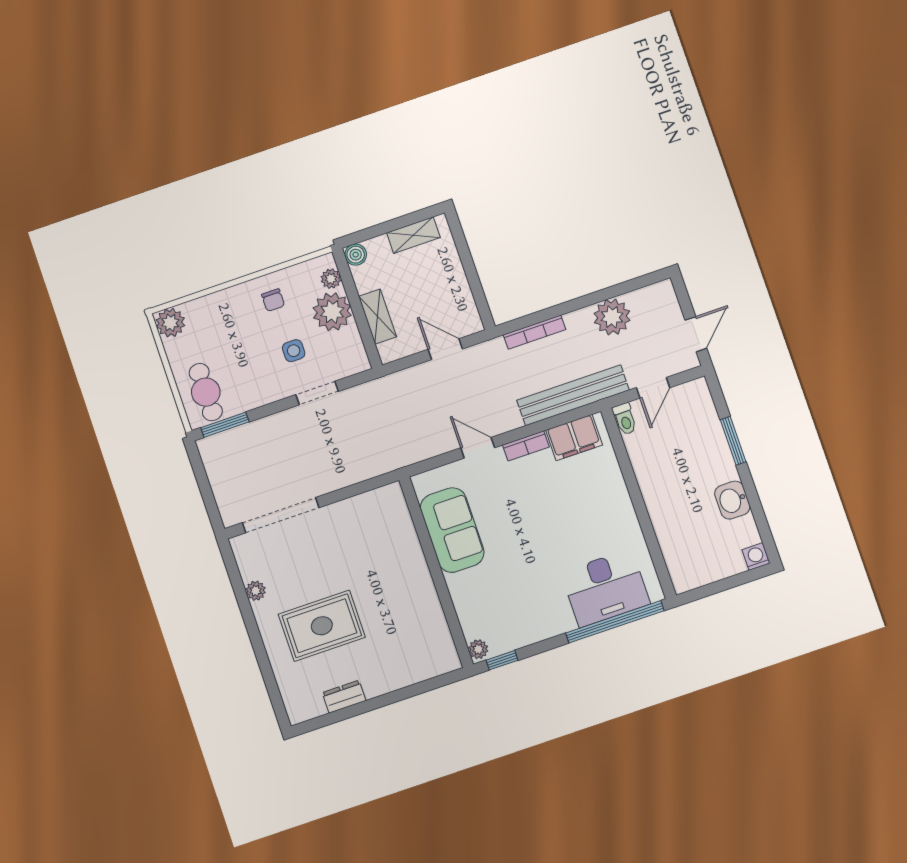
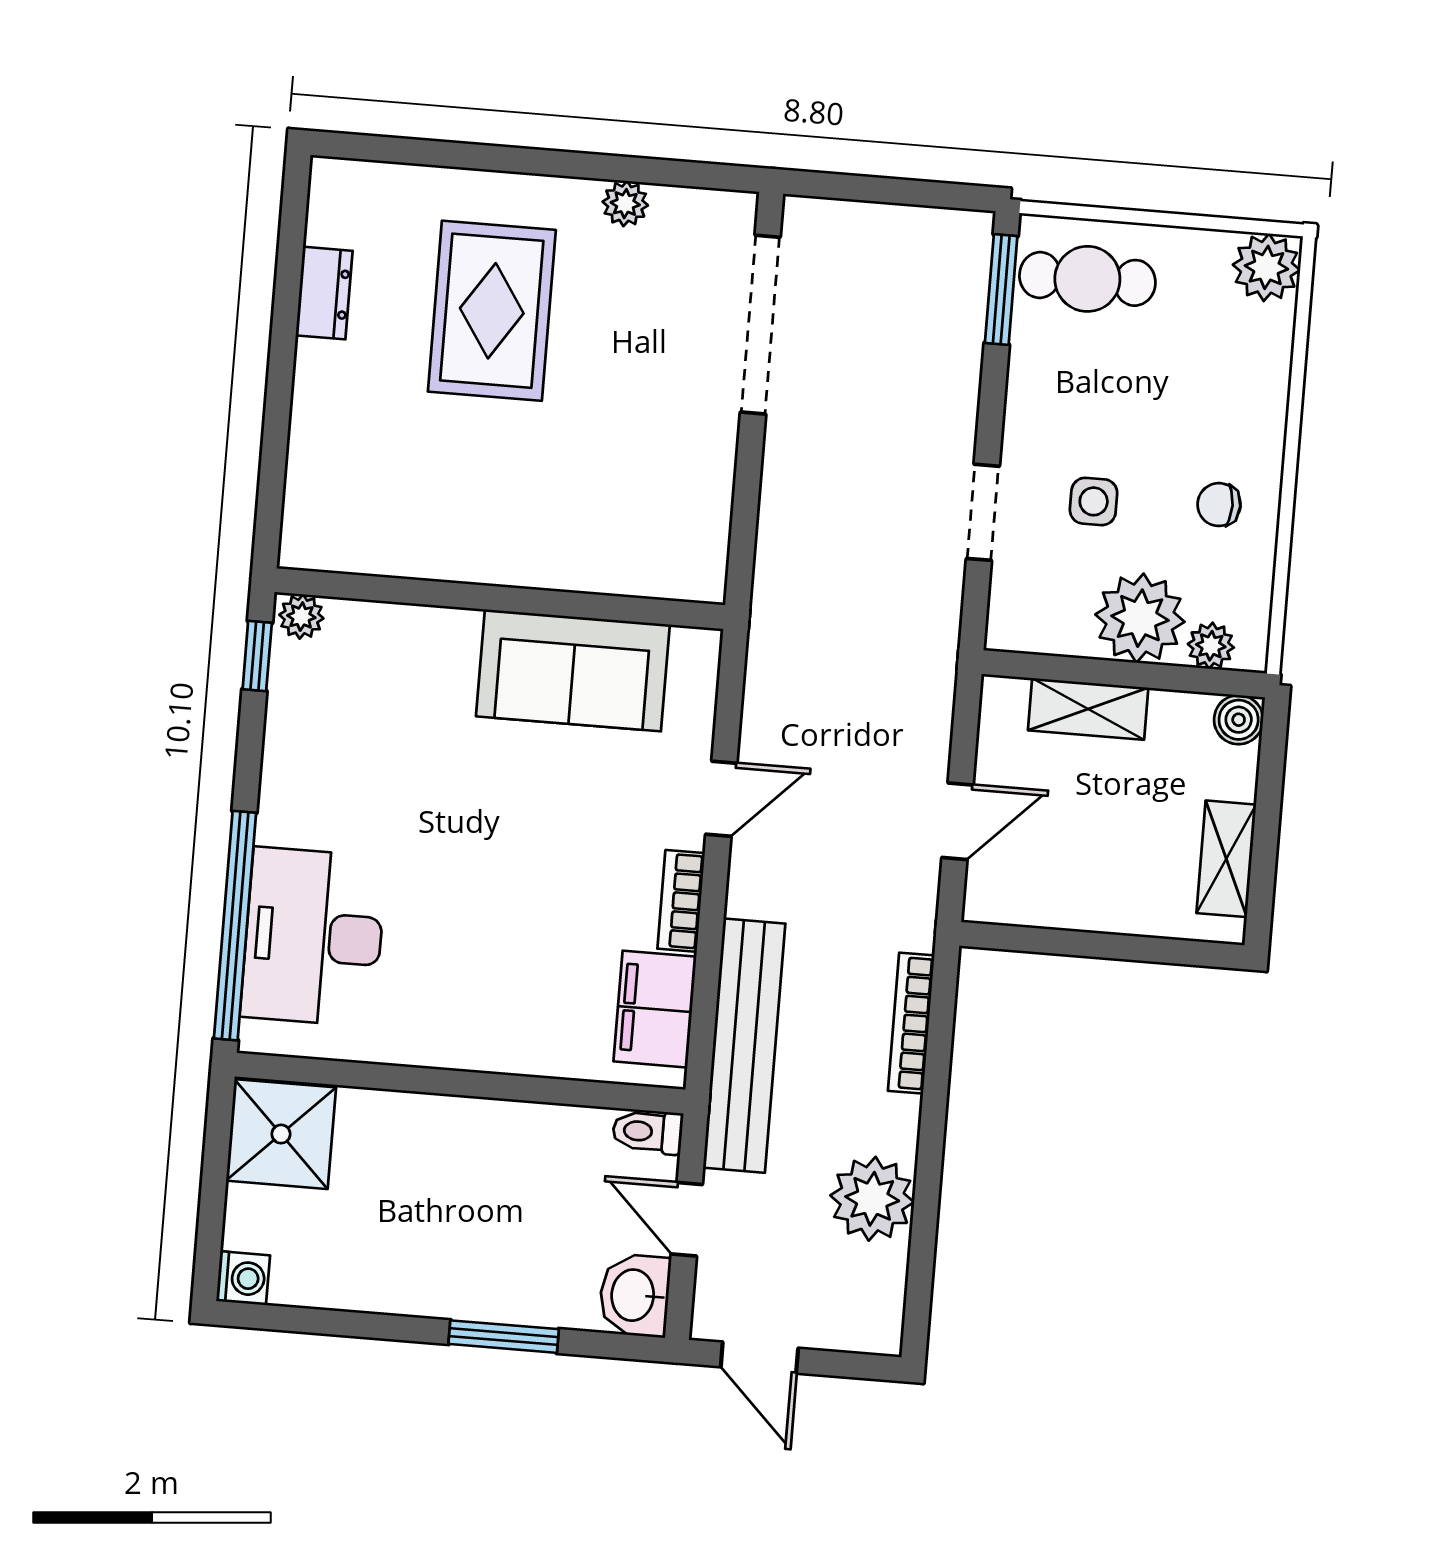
washbasin: (732, 500) -> (635, 1295), moved, turned -90
shower: (691, 567) -> (281, 1134), added

